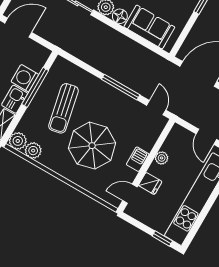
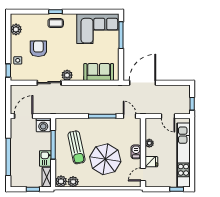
floor lamp: (120, 16) -> (78, 76), removed
washing machine: (25, 78) -> (43, 125), moved, turned -90

